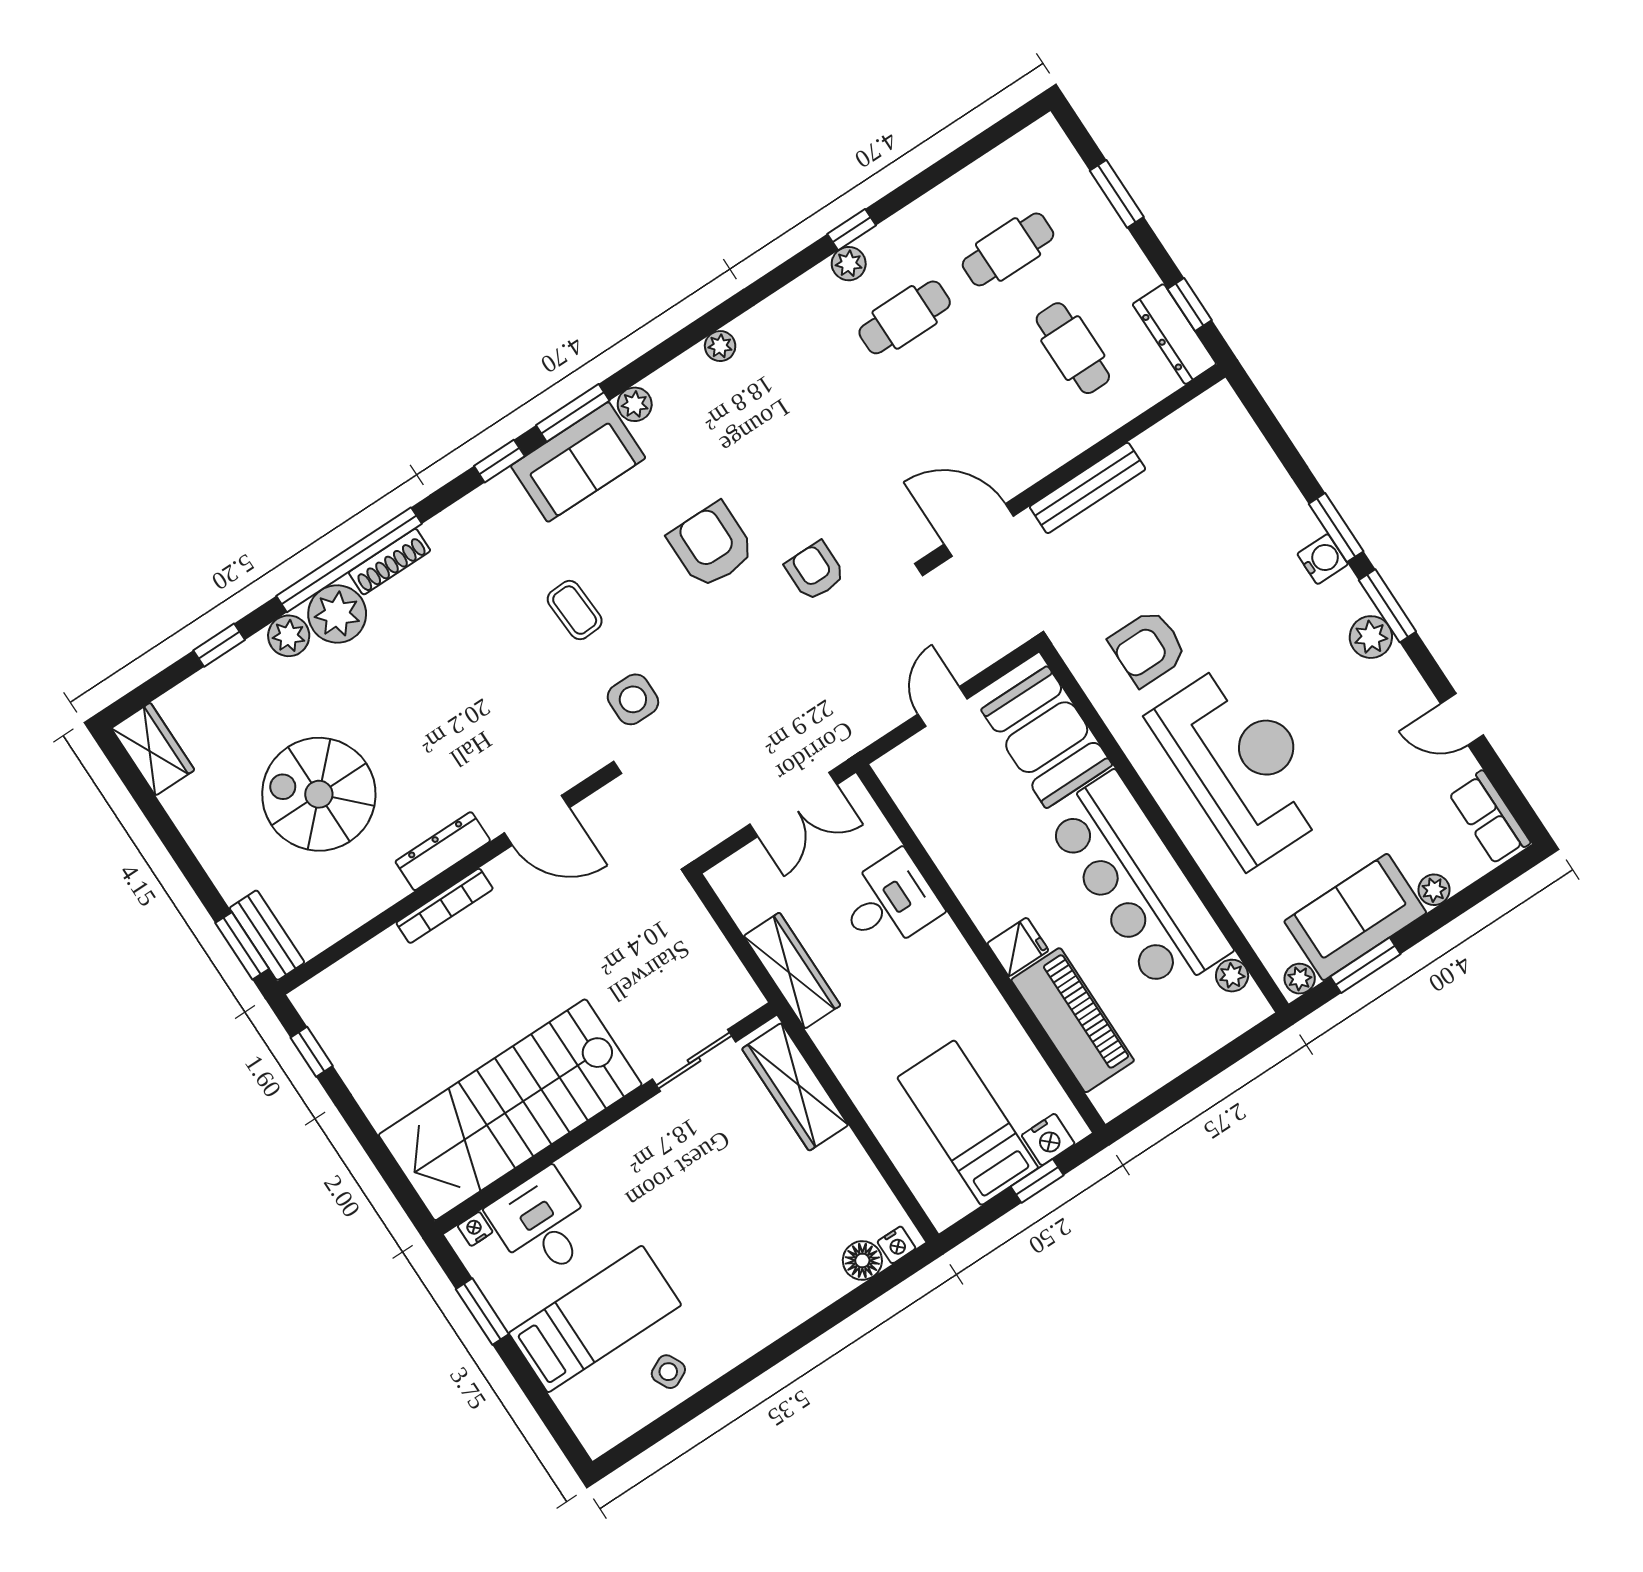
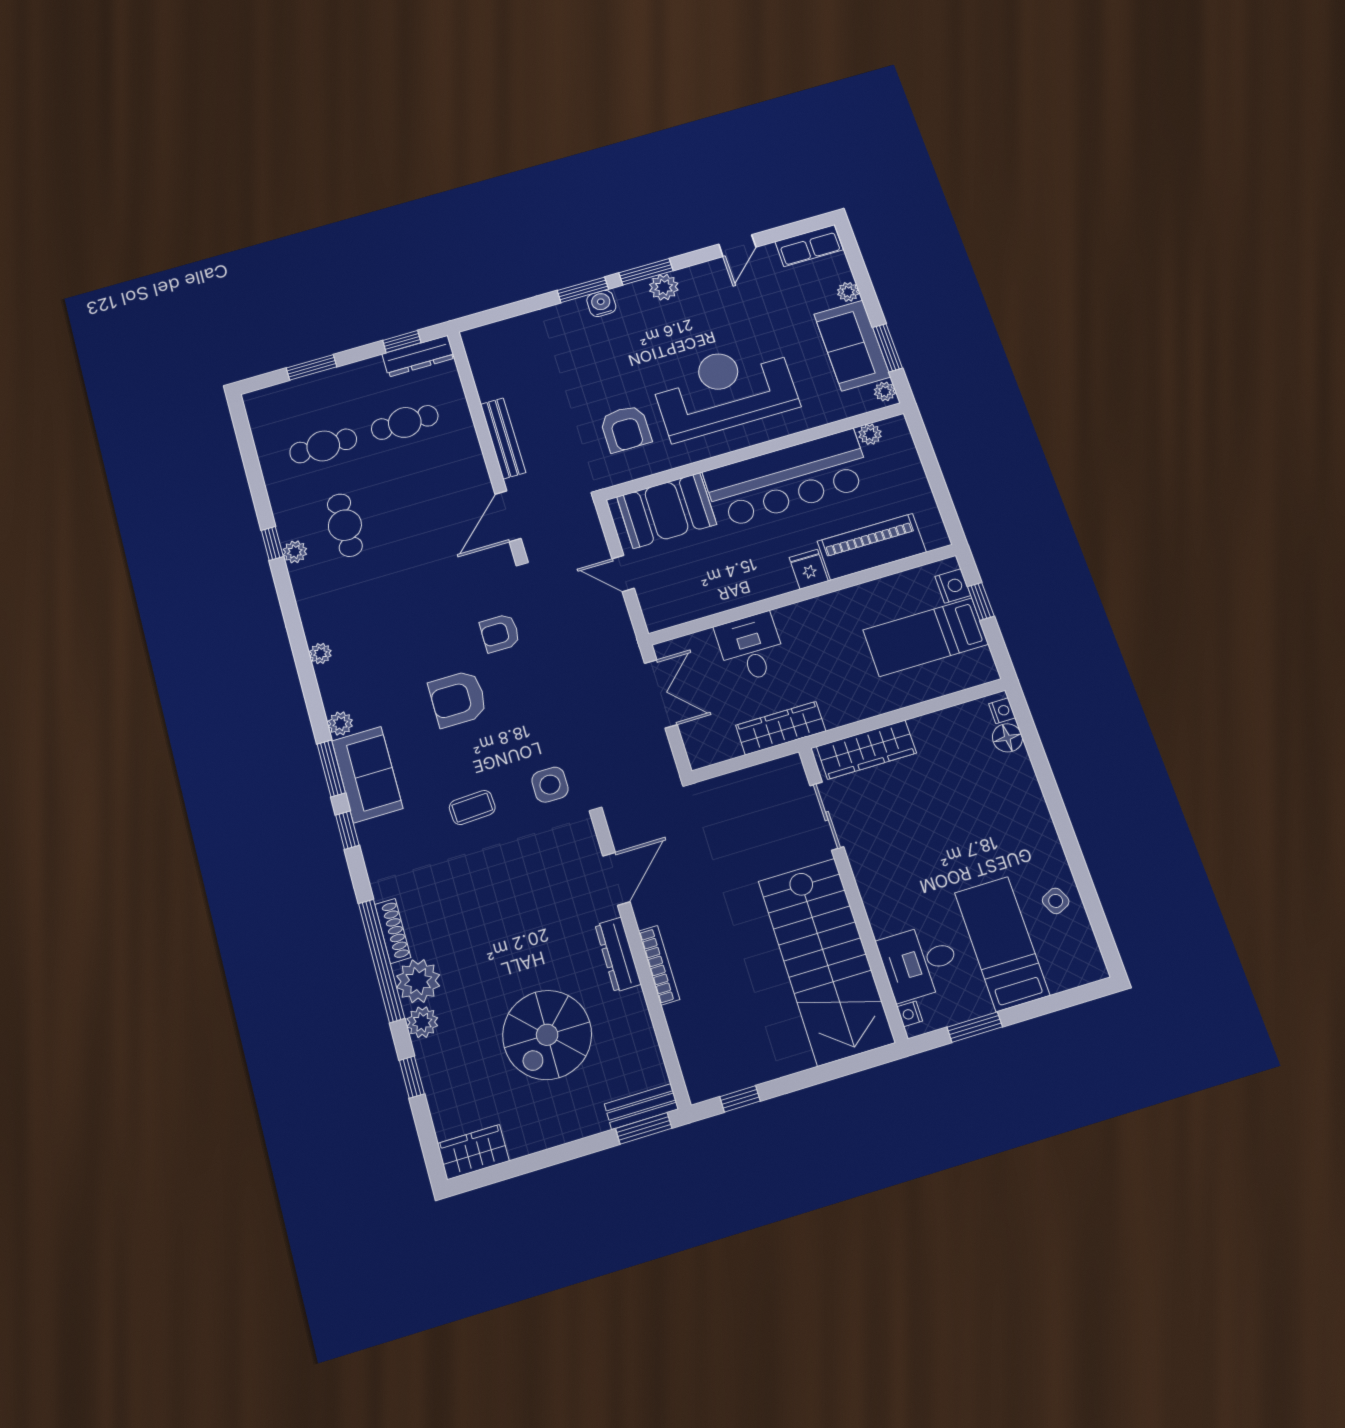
cafe table: (1008, 249) -> (323, 446), turned 90

